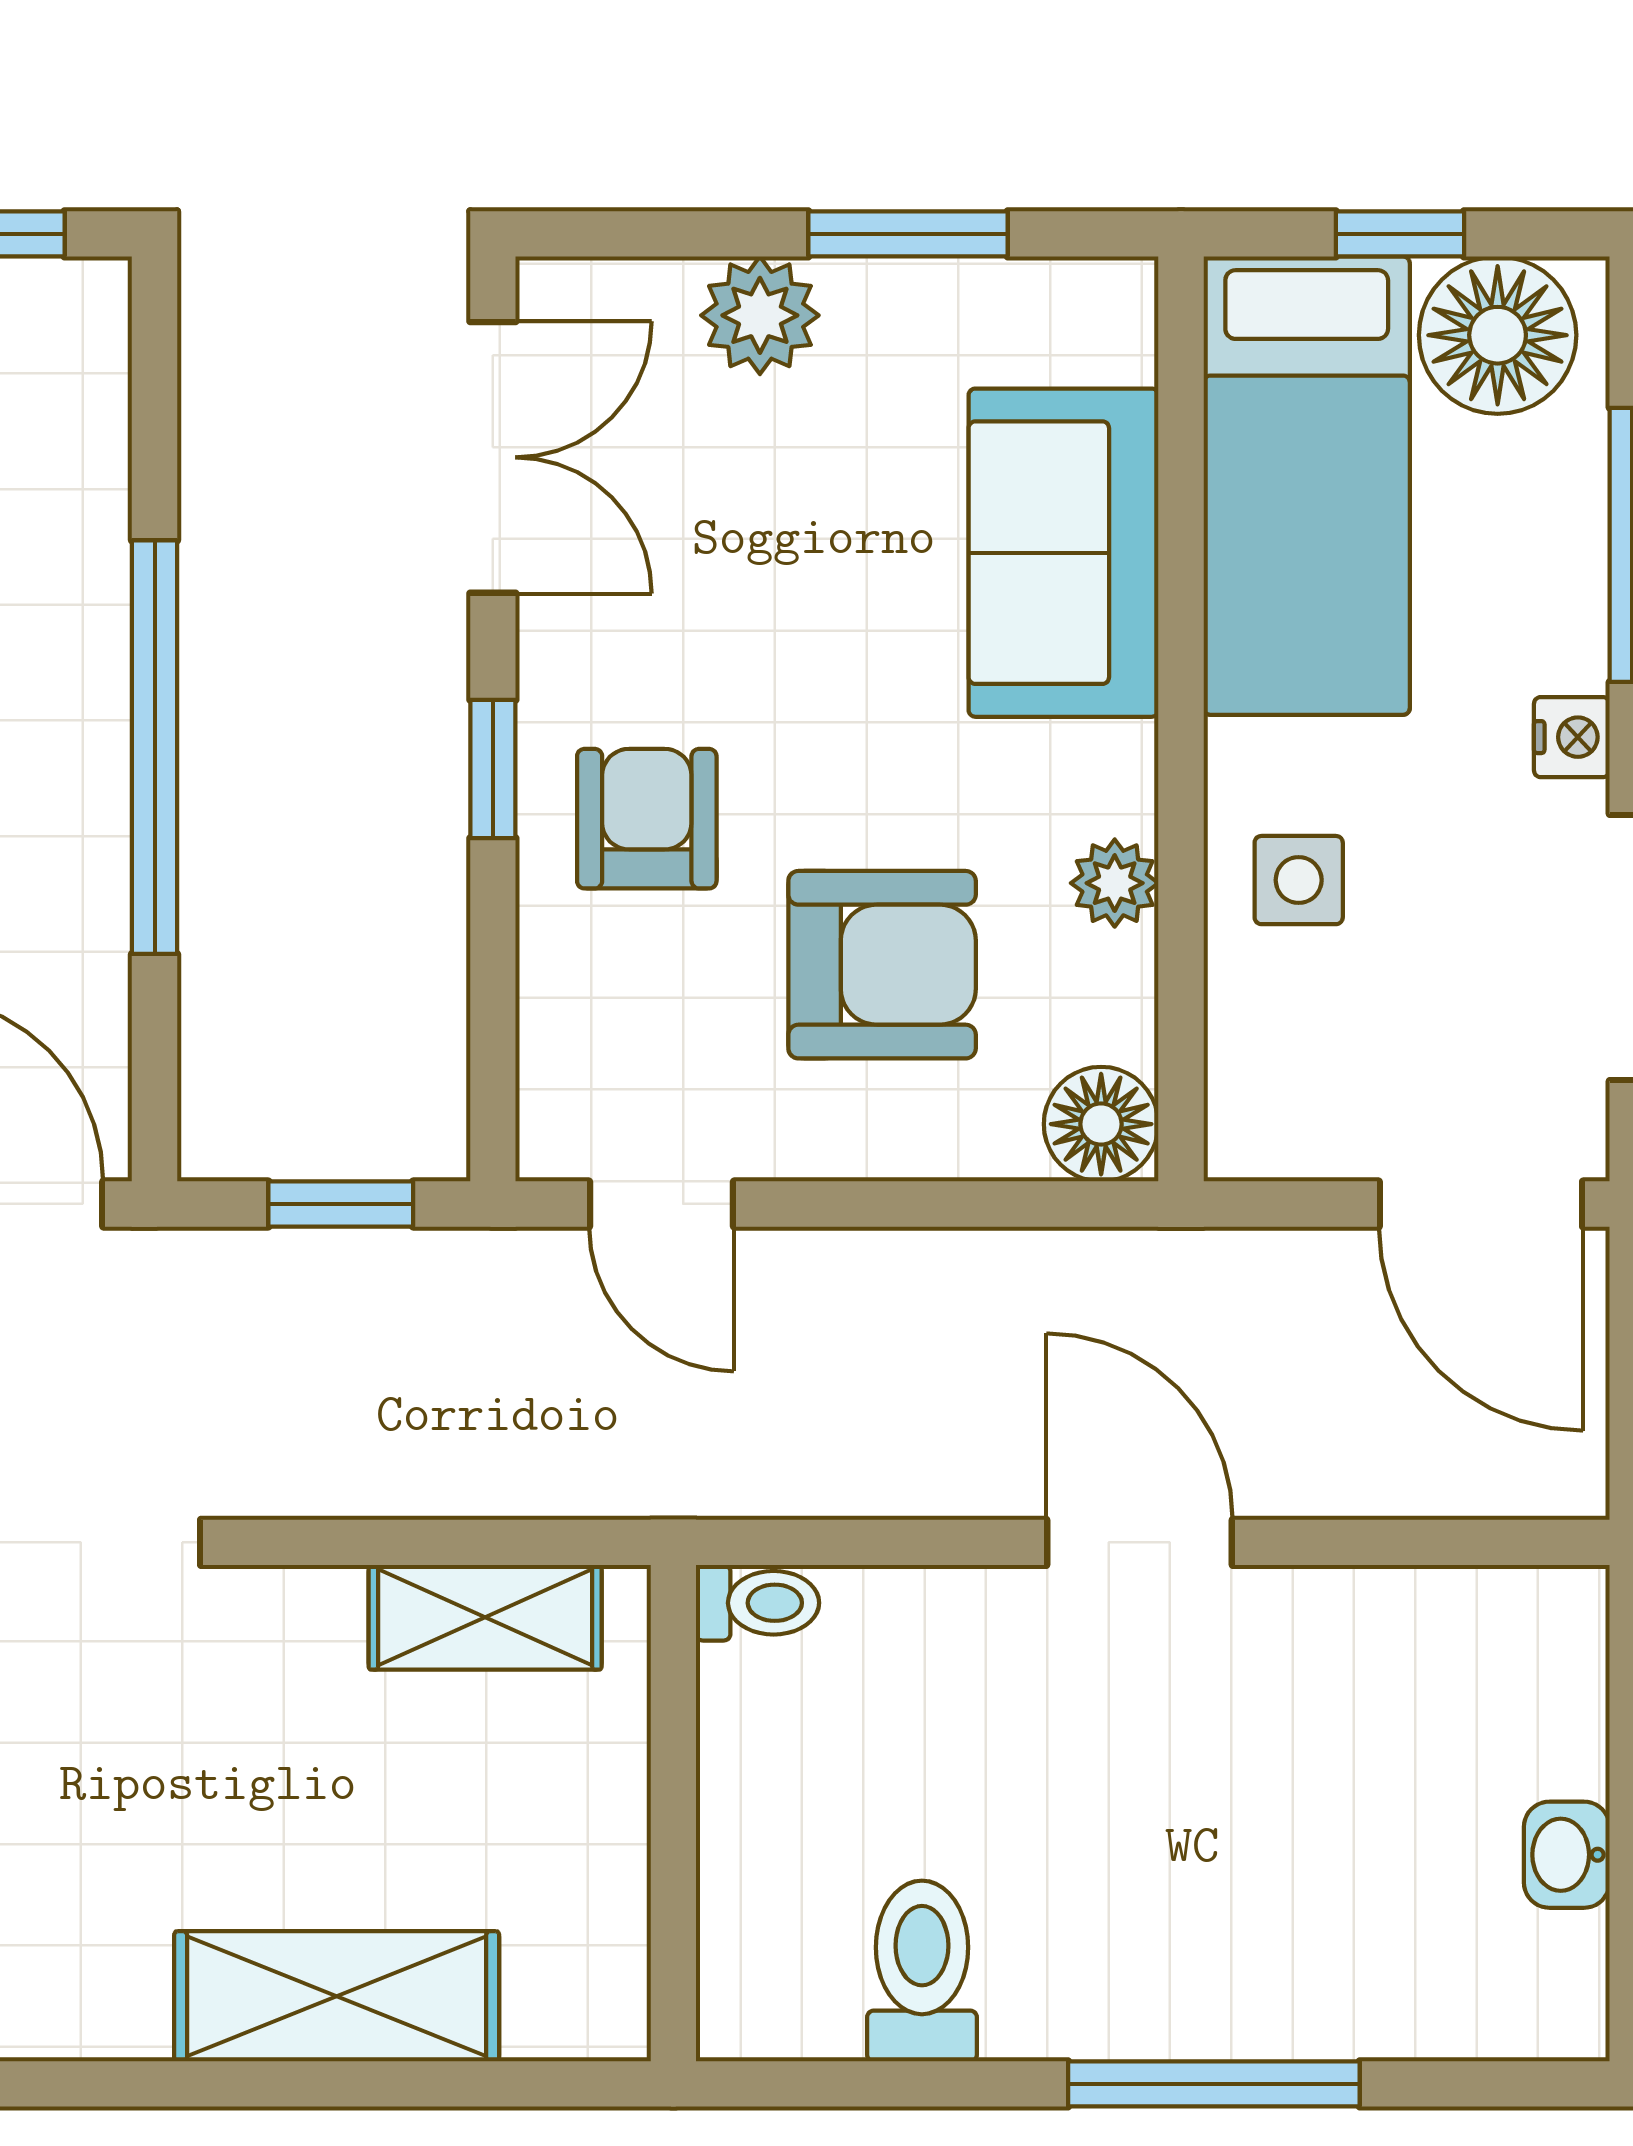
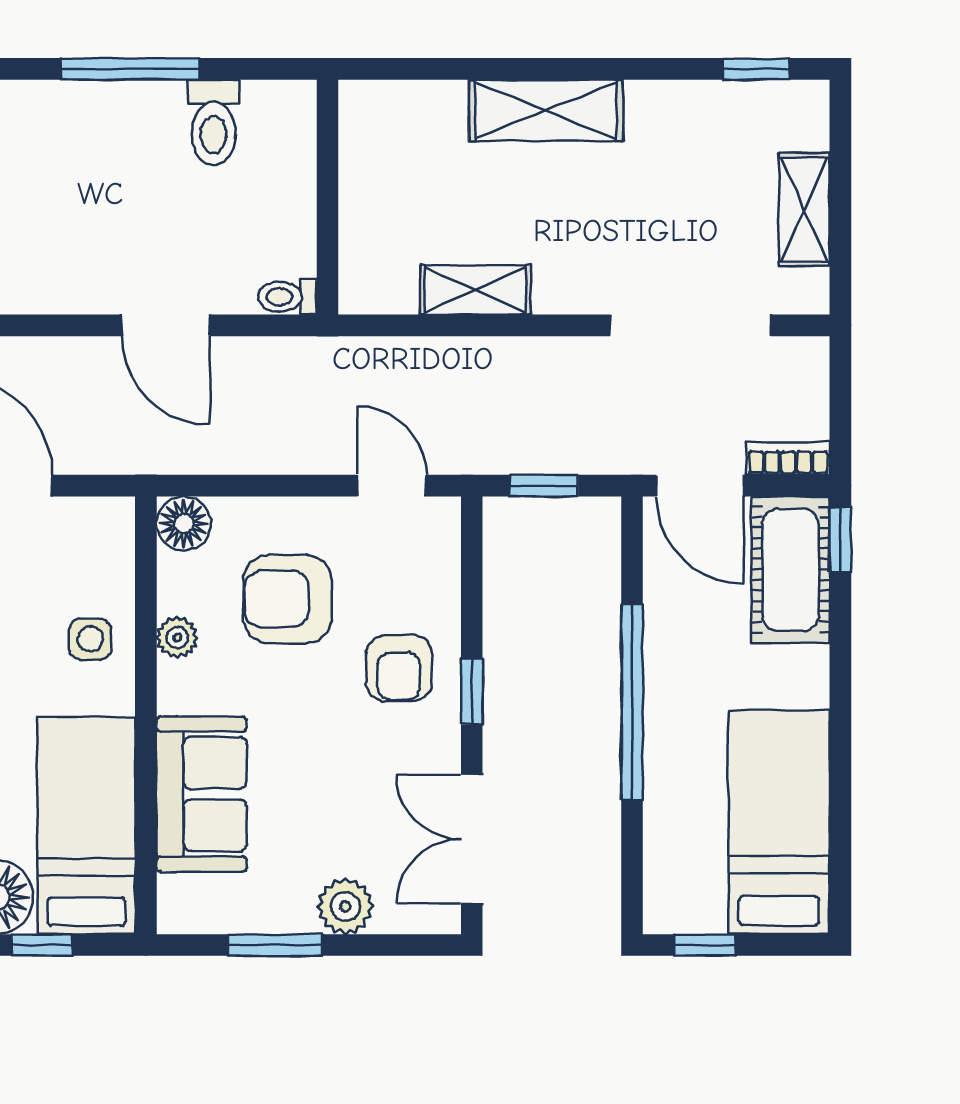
toilet: (758, 1603) -> (288, 297), moved
wall: (673, 1813) -> (327, 197), moved
toilet: (922, 1971) -> (214, 122), moved

